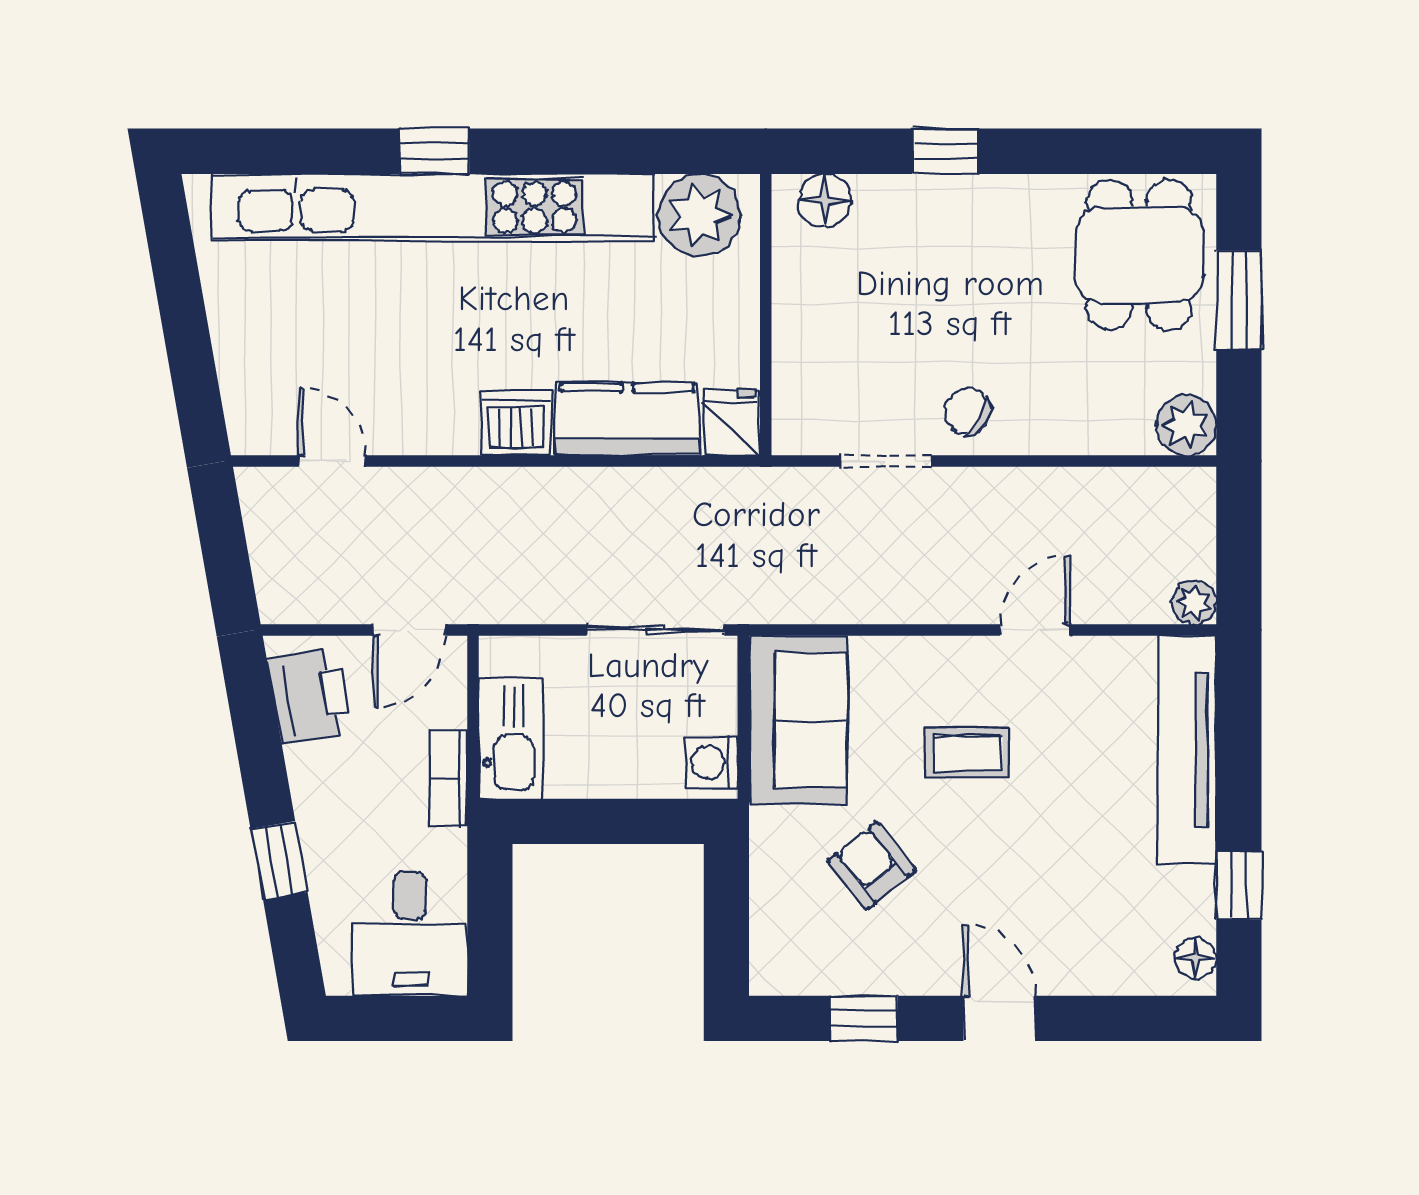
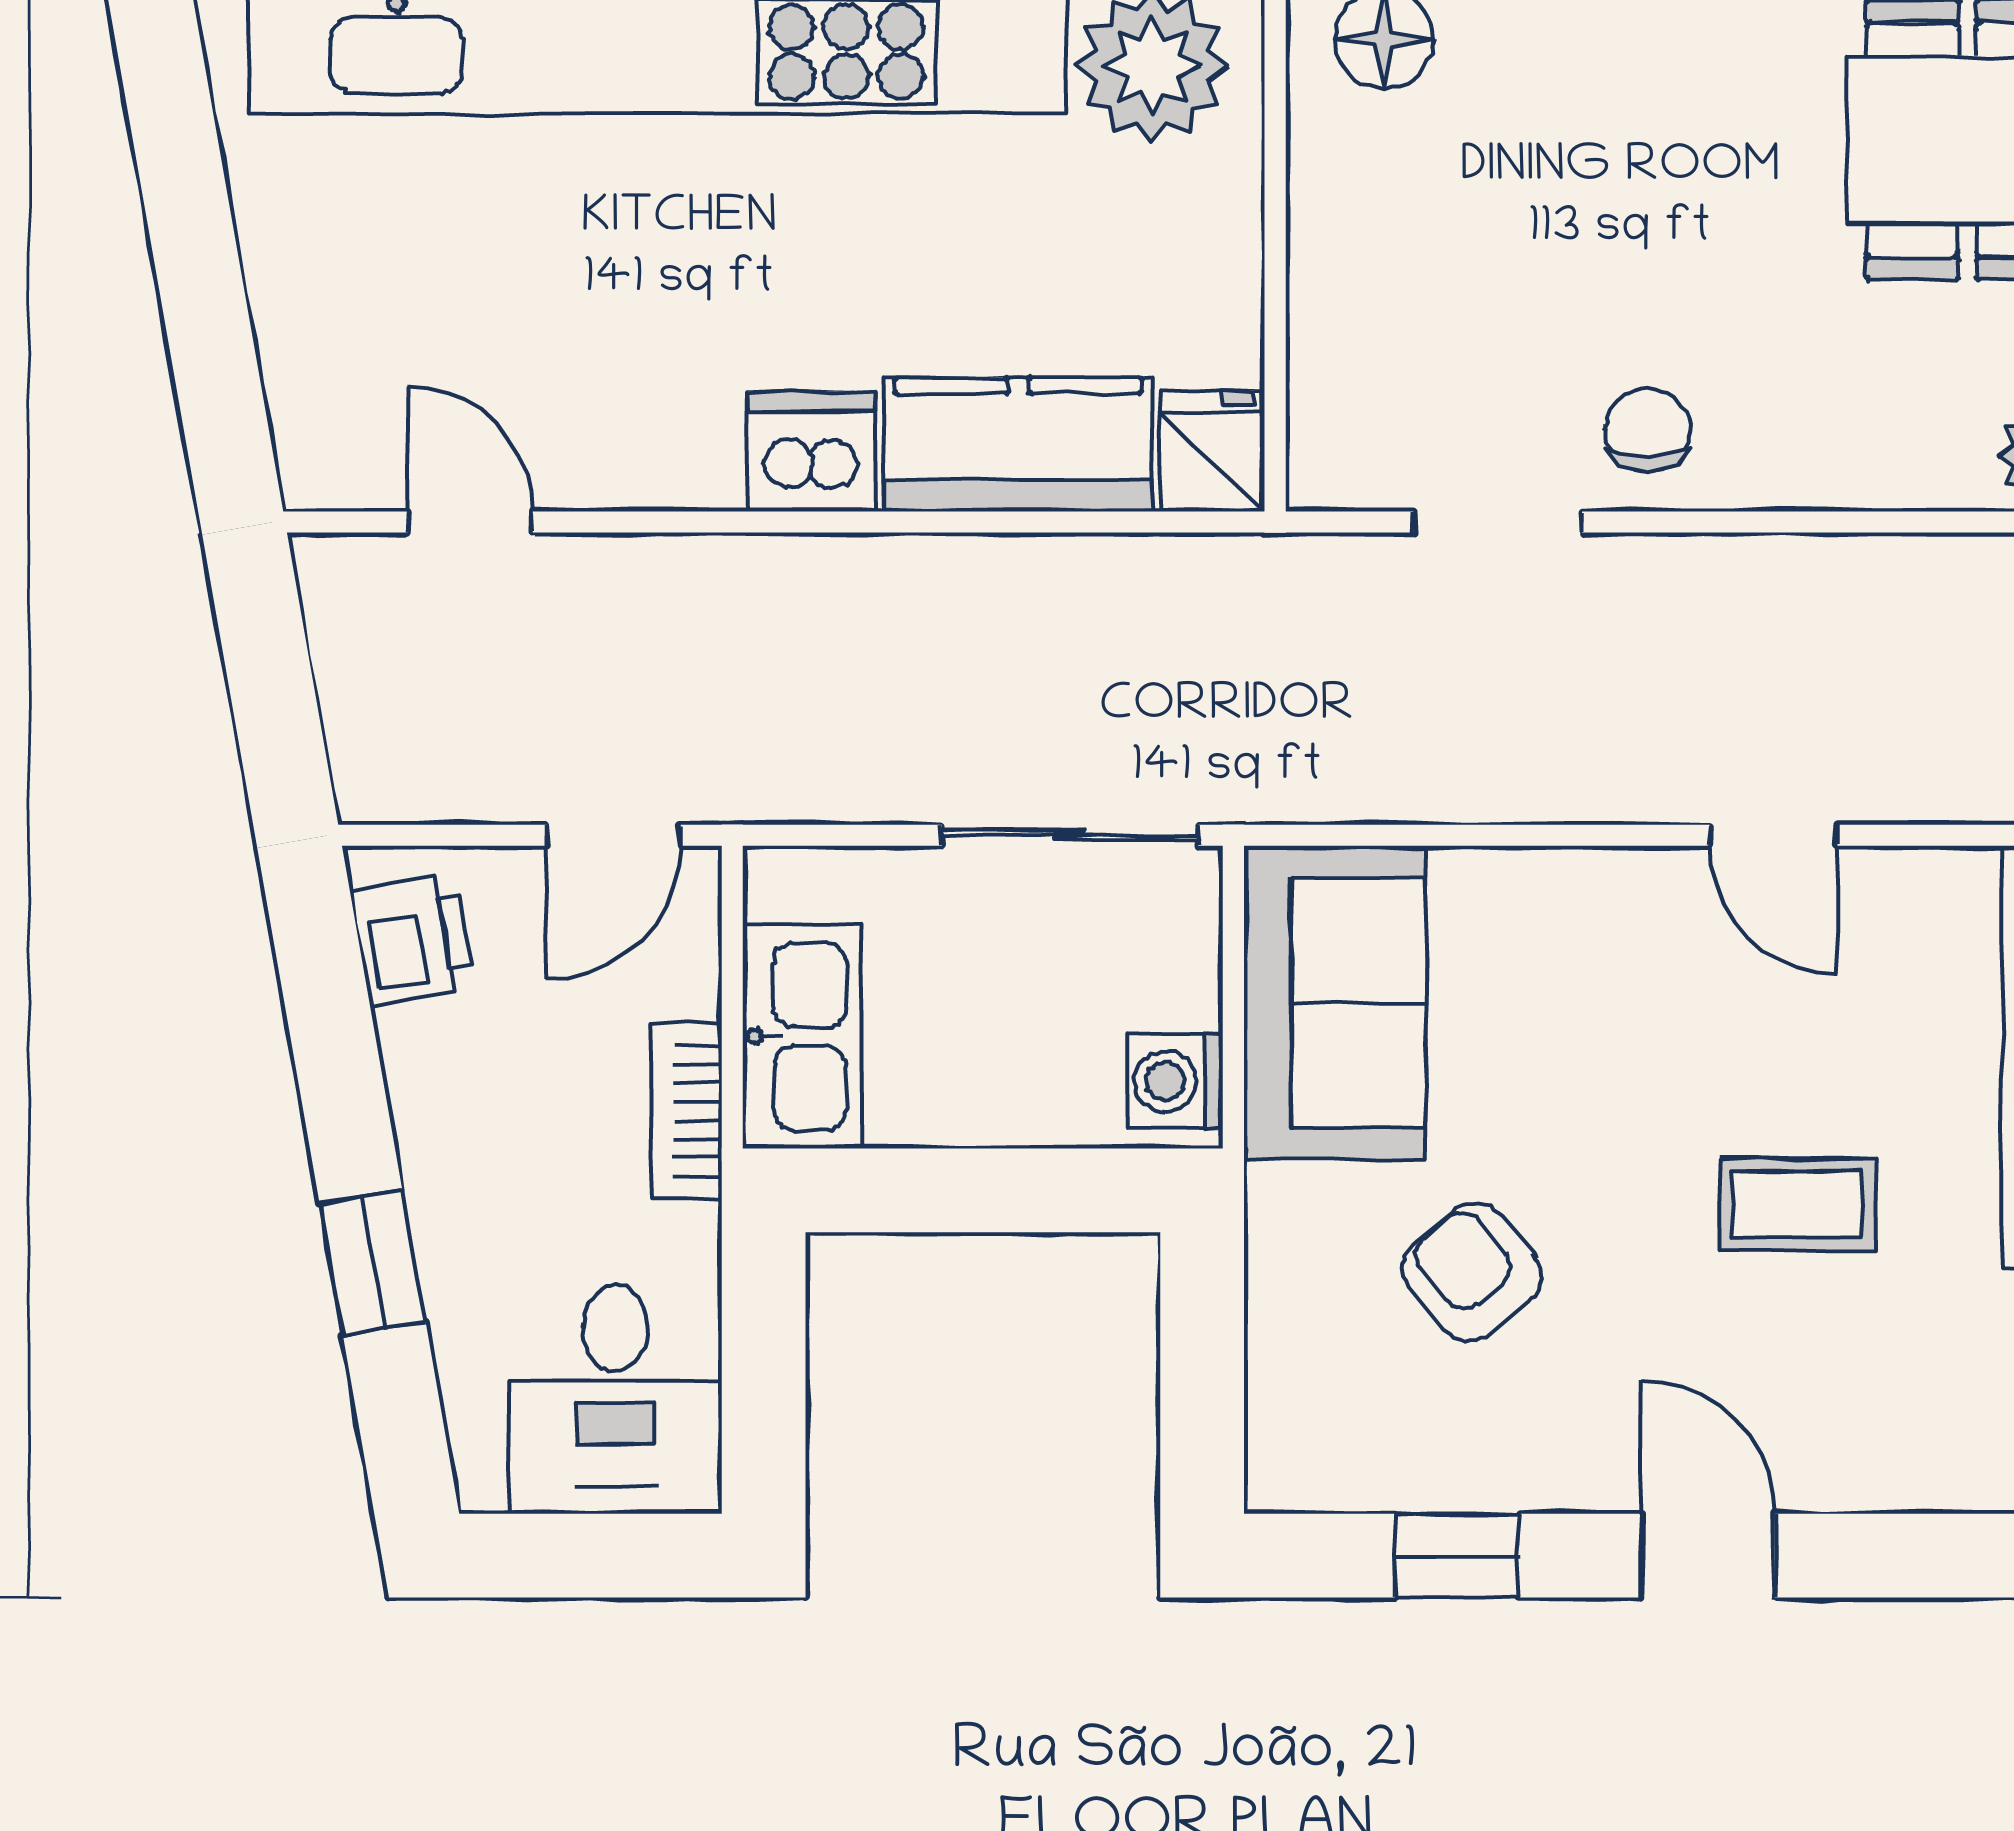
chair: (967, 411) -> (1648, 430), turned 60
door: (1035, 630) -> (1773, 835), swing flipped
printer: (309, 696) -> (413, 939), width x0.73, depth x0.81
coffee table: (967, 753) -> (1798, 1205), moved

